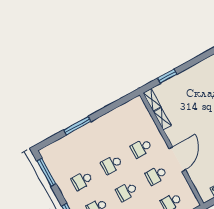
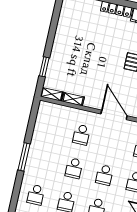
window: (77, 126) -> (24, 157), moved
school desk: (156, 175) -> (36, 195), moved

